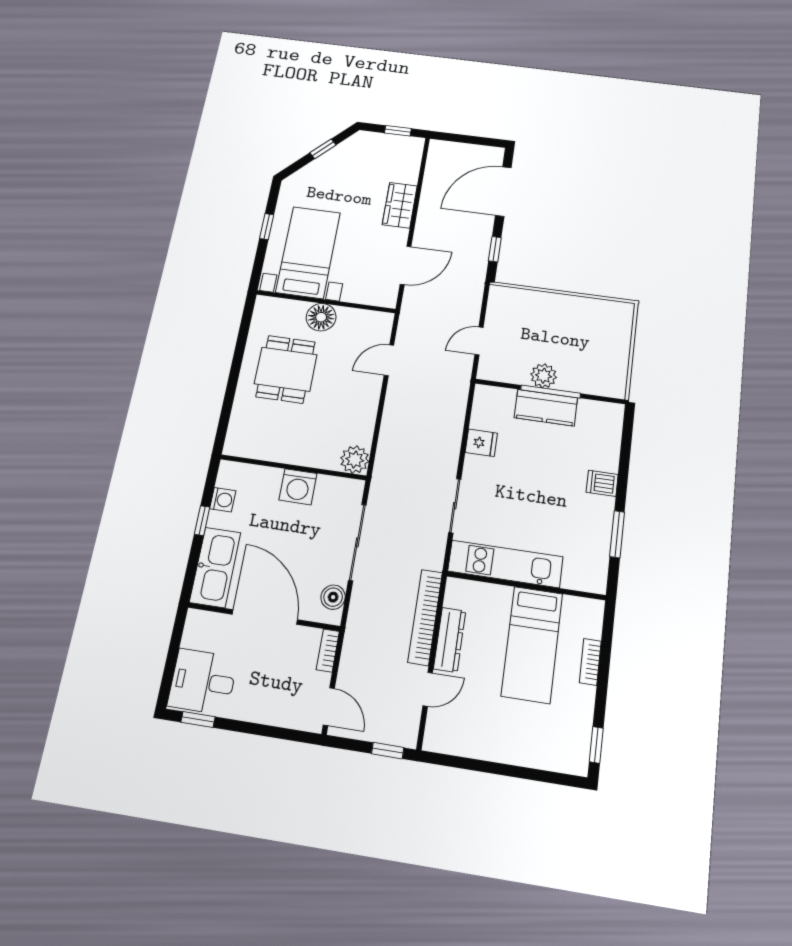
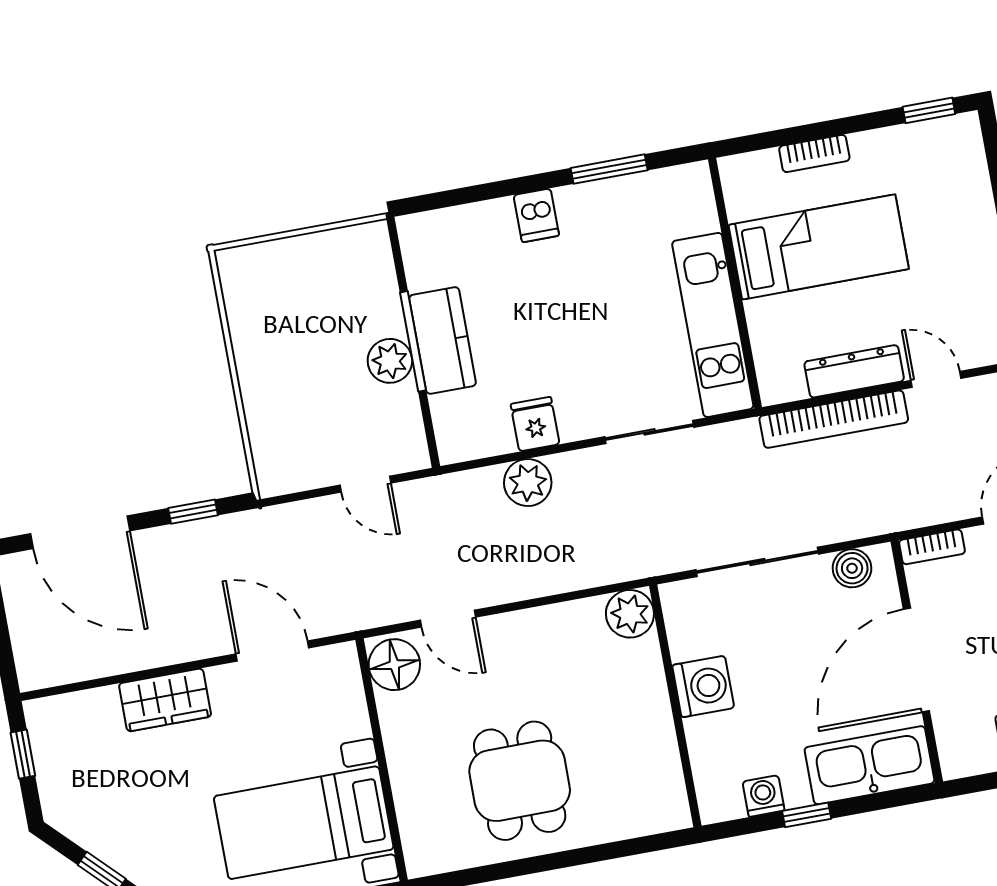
floor lamp: (321, 317) -> (394, 665), moved
dining table: (286, 369) -> (520, 781), turned 90
plant: (449, 428) -> (528, 483), added

